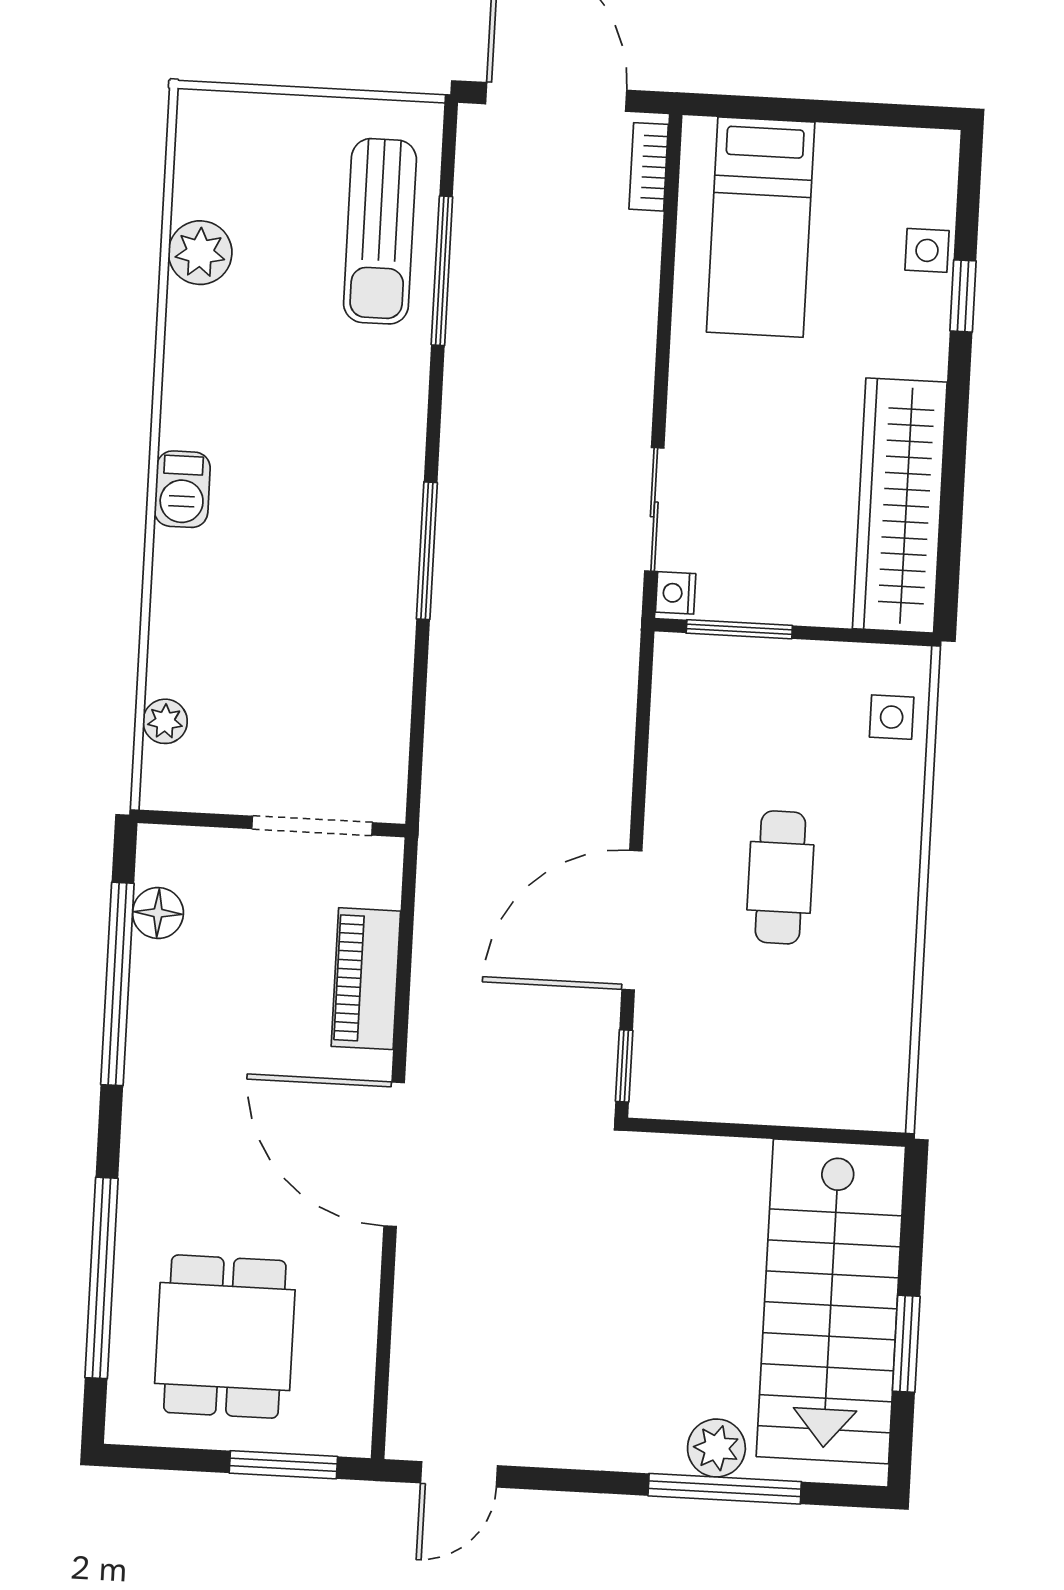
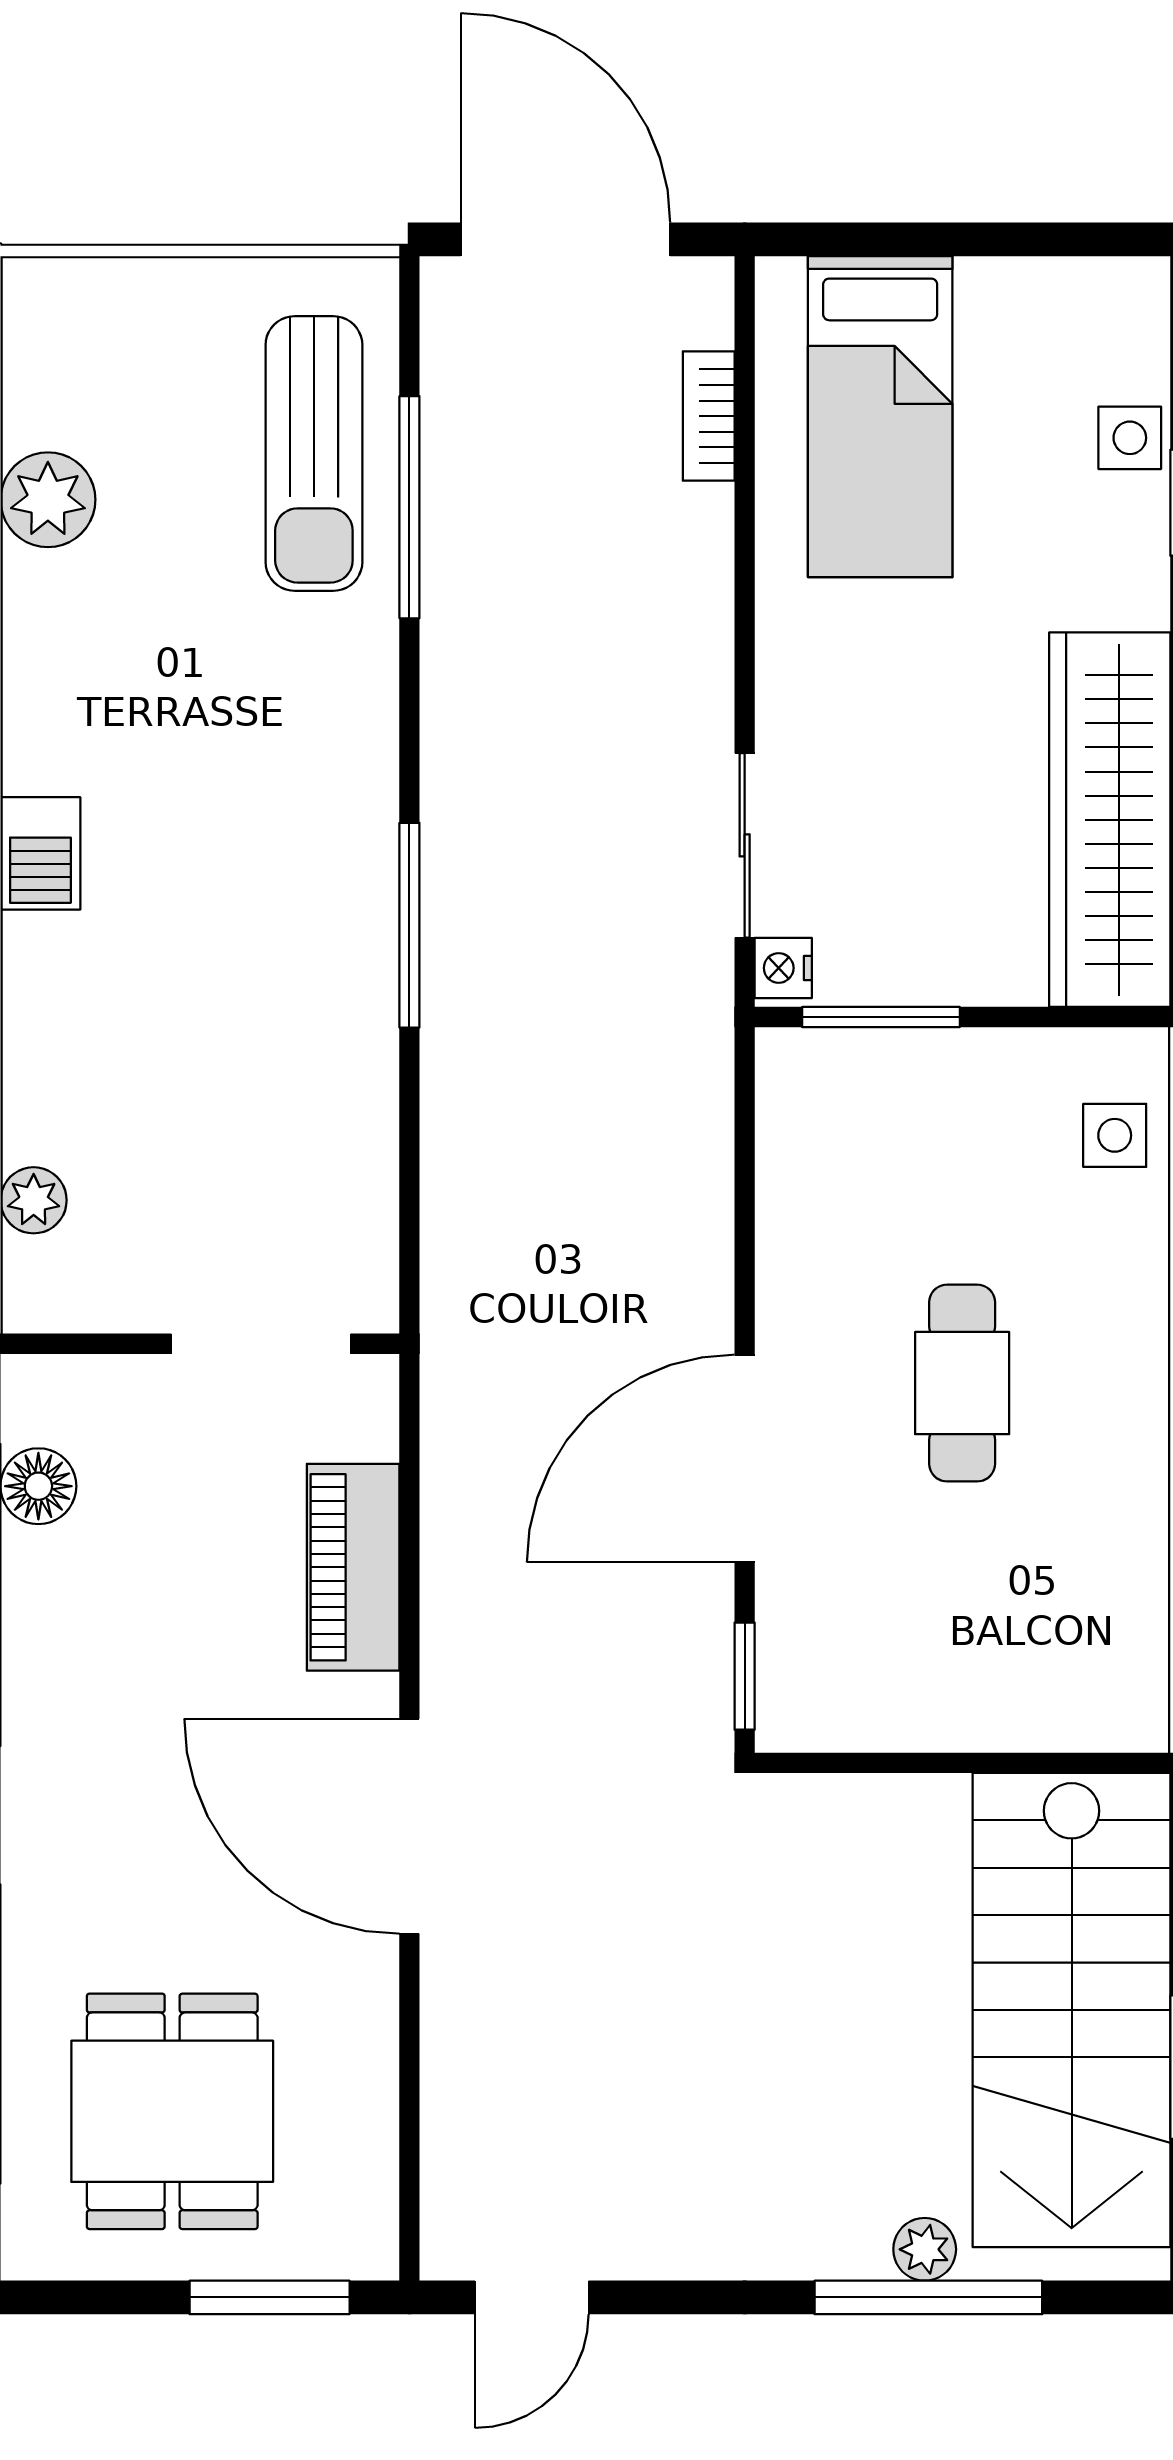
bookcase: (649, 167) -> (709, 416), moved
plant: (716, 1448) -> (925, 2249), width x0.73, depth x0.73

